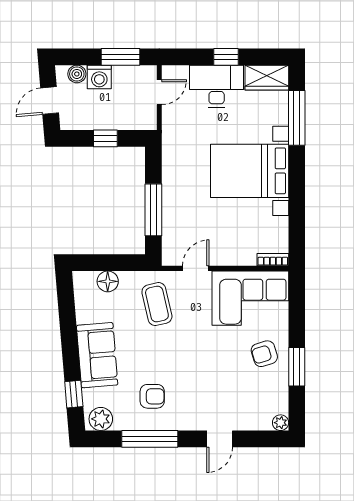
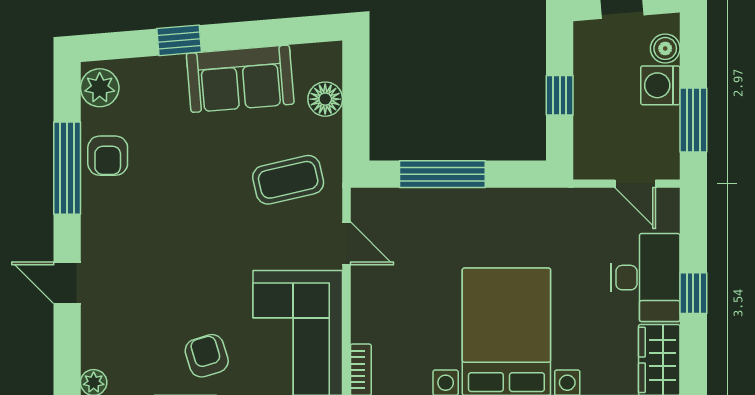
sofa: (97, 355) -> (240, 79), moved
window: (74, 394) -> (179, 40), moved
armchair: (152, 396) -> (108, 156), moved

